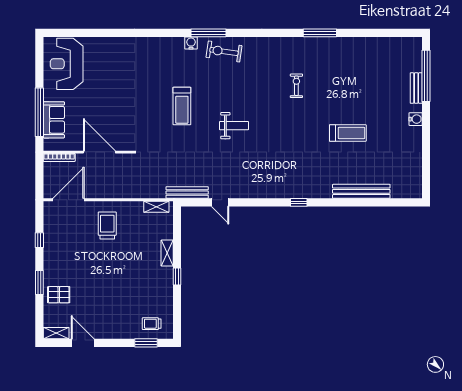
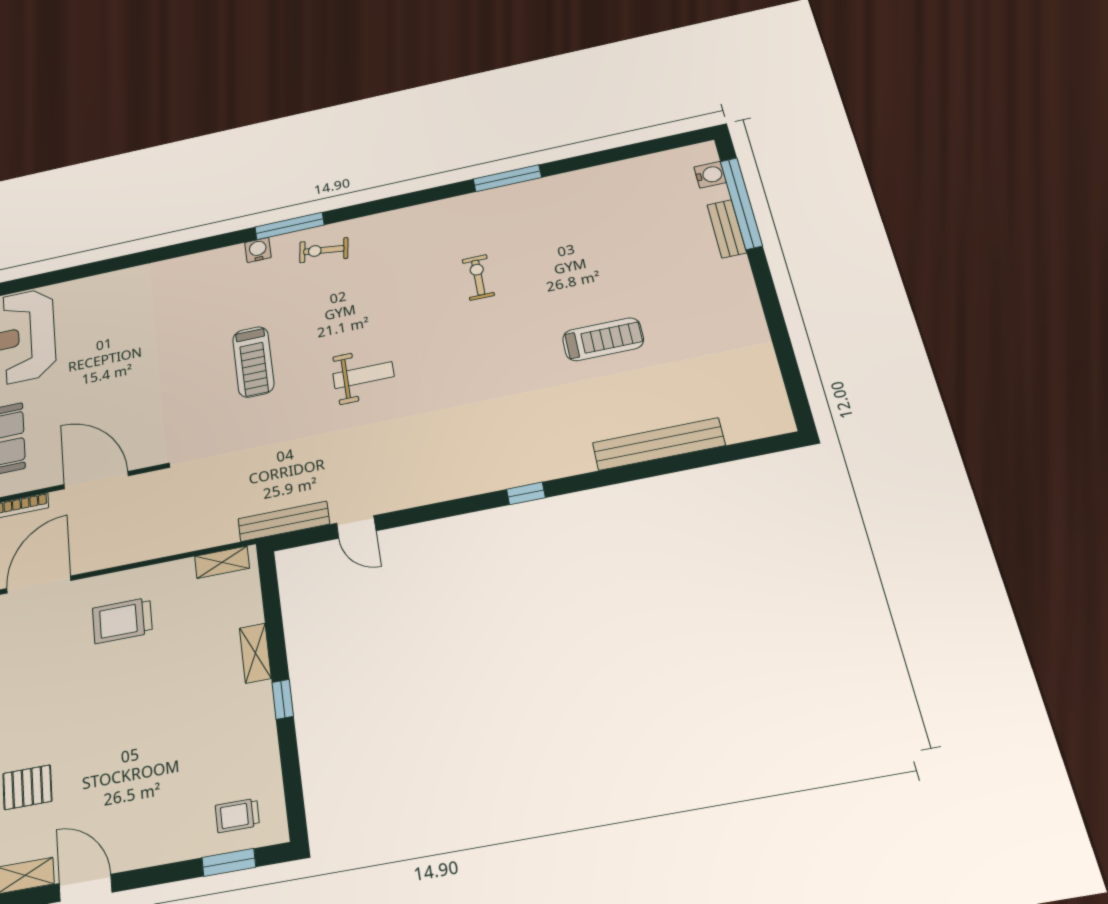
exercise bike: (224, 51) -> (324, 250), width x0.73, depth x0.72
water cooler: (416, 119) -> (710, 175), moved
trolley: (107, 226) -> (122, 620), turned -90

